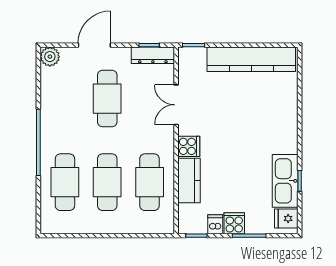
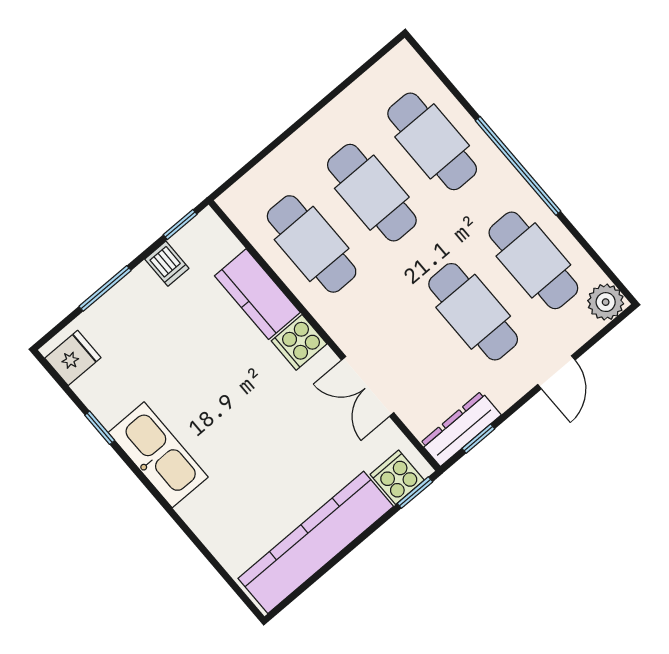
door: (94, 45) -> (556, 372), width x0.73
cafe table: (65, 99) -> (533, 260), added
double door: (176, 105) -> (368, 386), swing flipped
kitchen sink: (285, 181) -> (158, 455), moved
cooker: (234, 223) -> (397, 477), moved, turned 180

